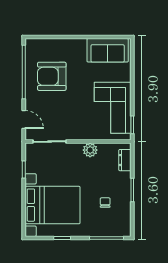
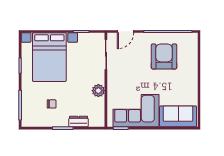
sofa: (108, 50) -> (178, 116), moved, turned 90
dresser: (125, 160) -> (79, 122), moved

